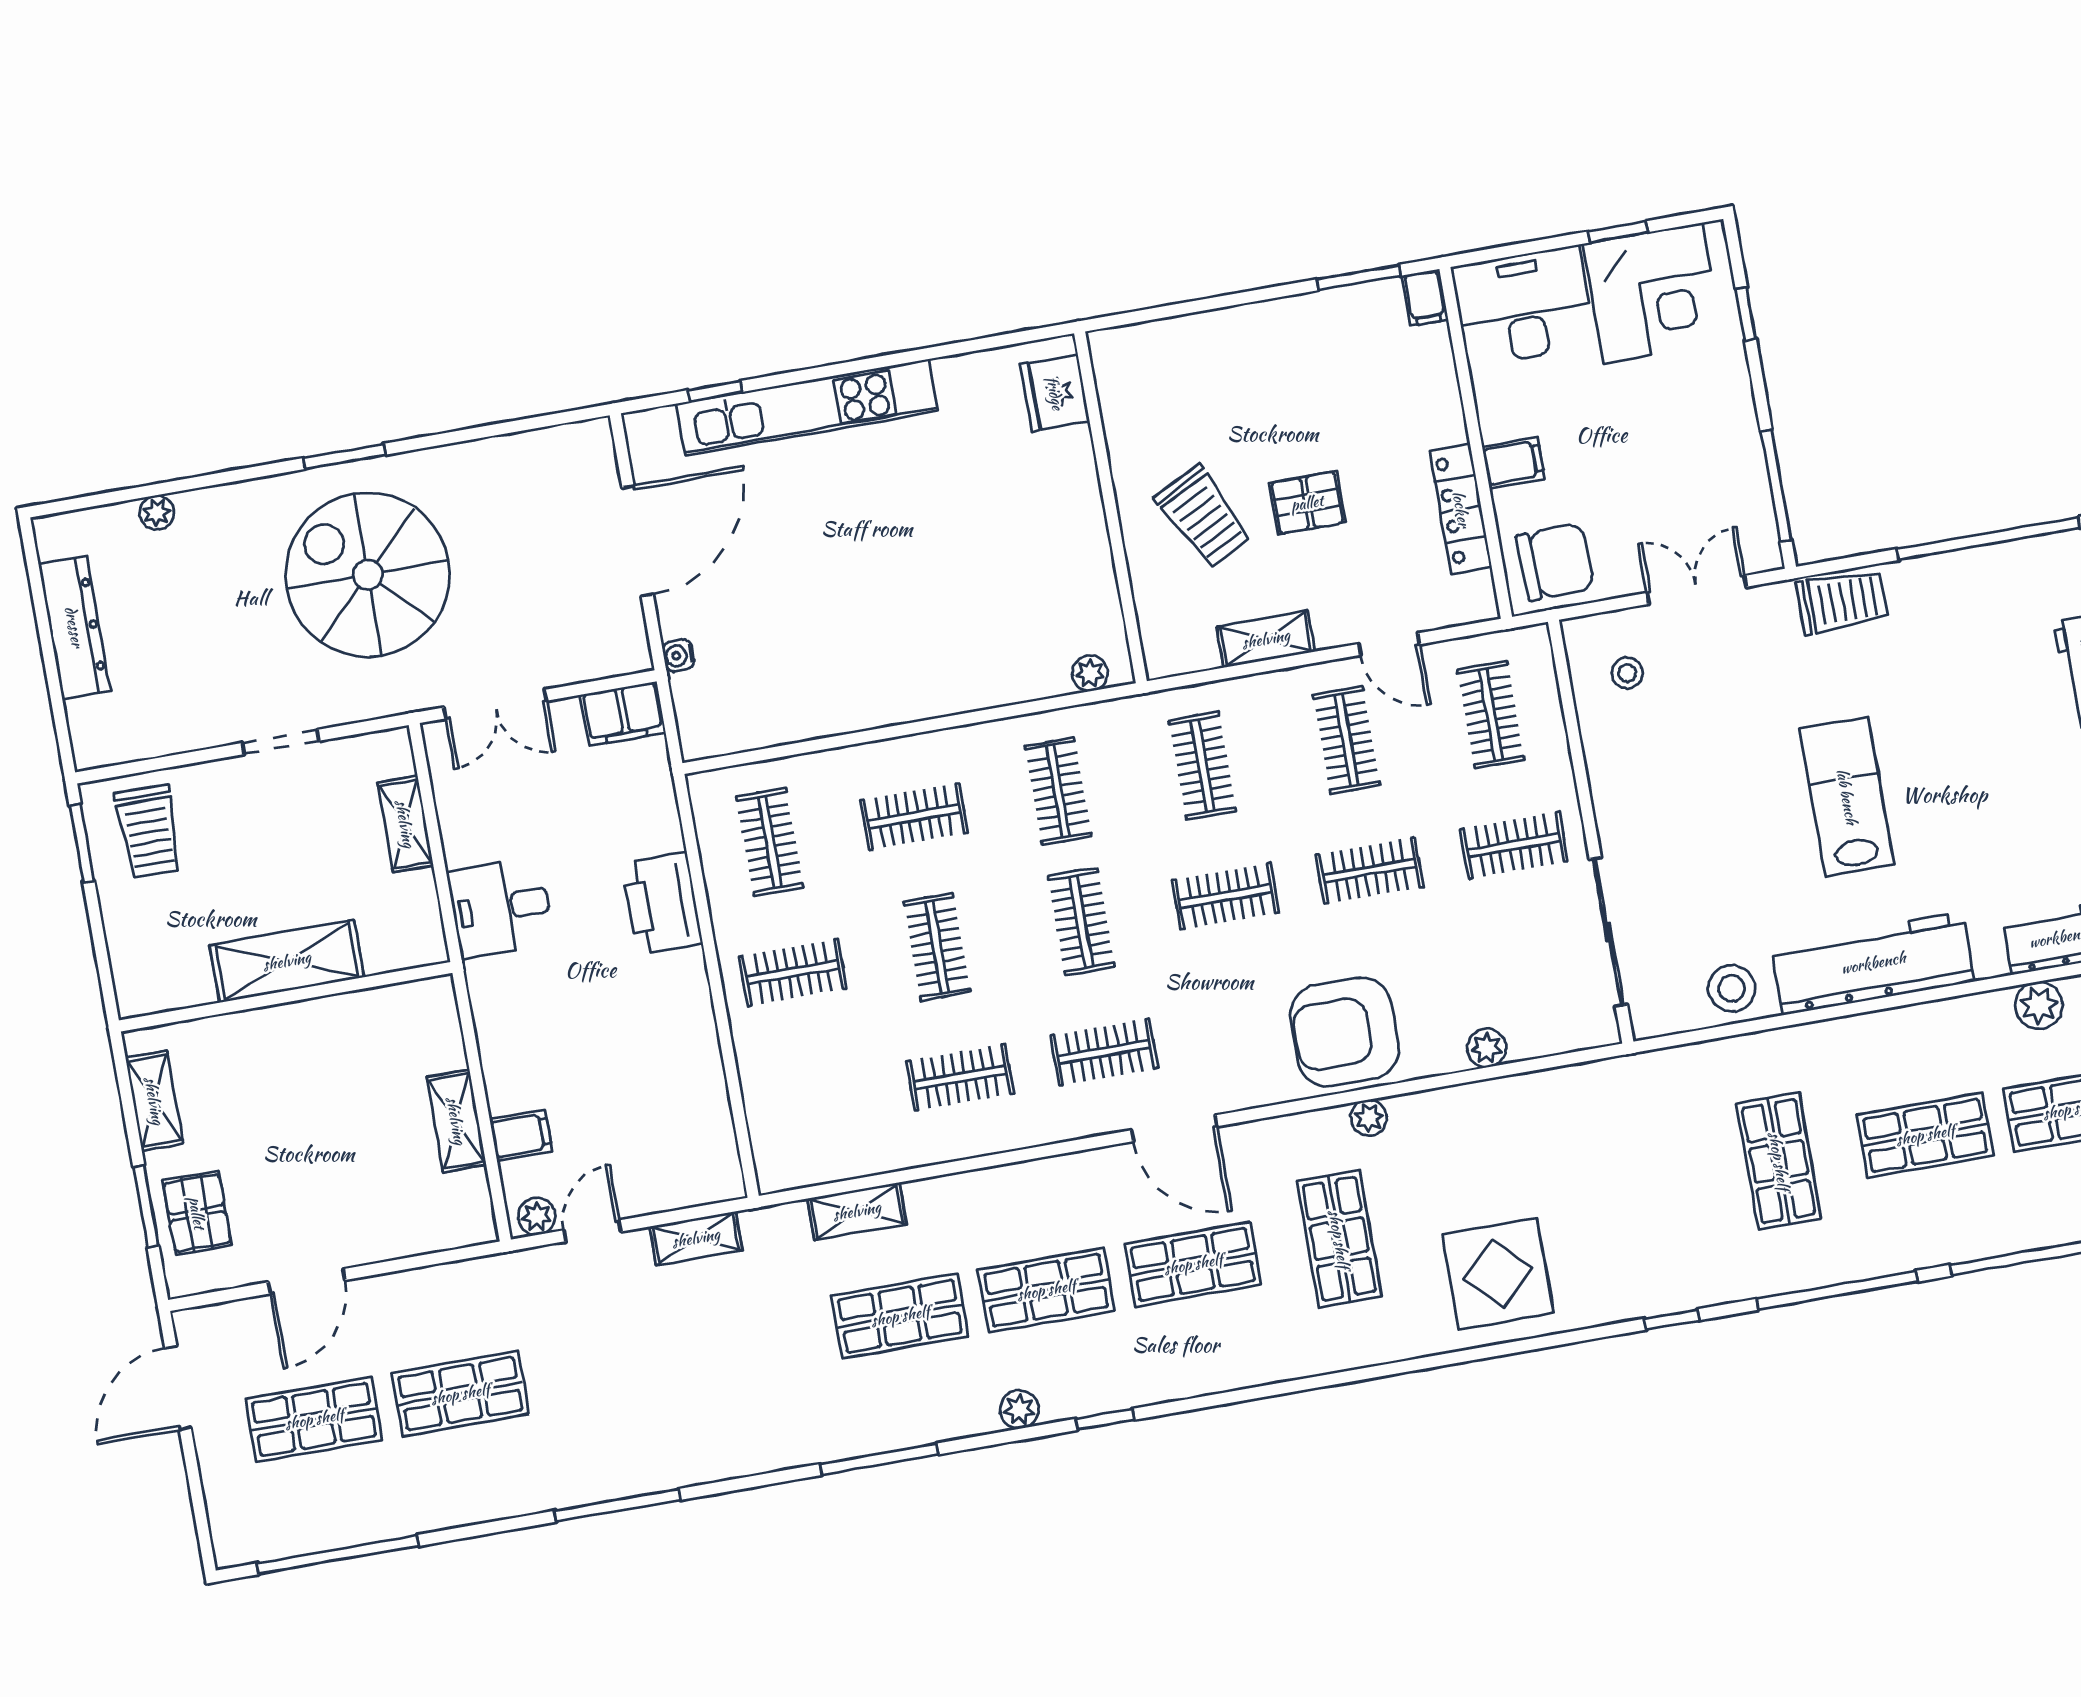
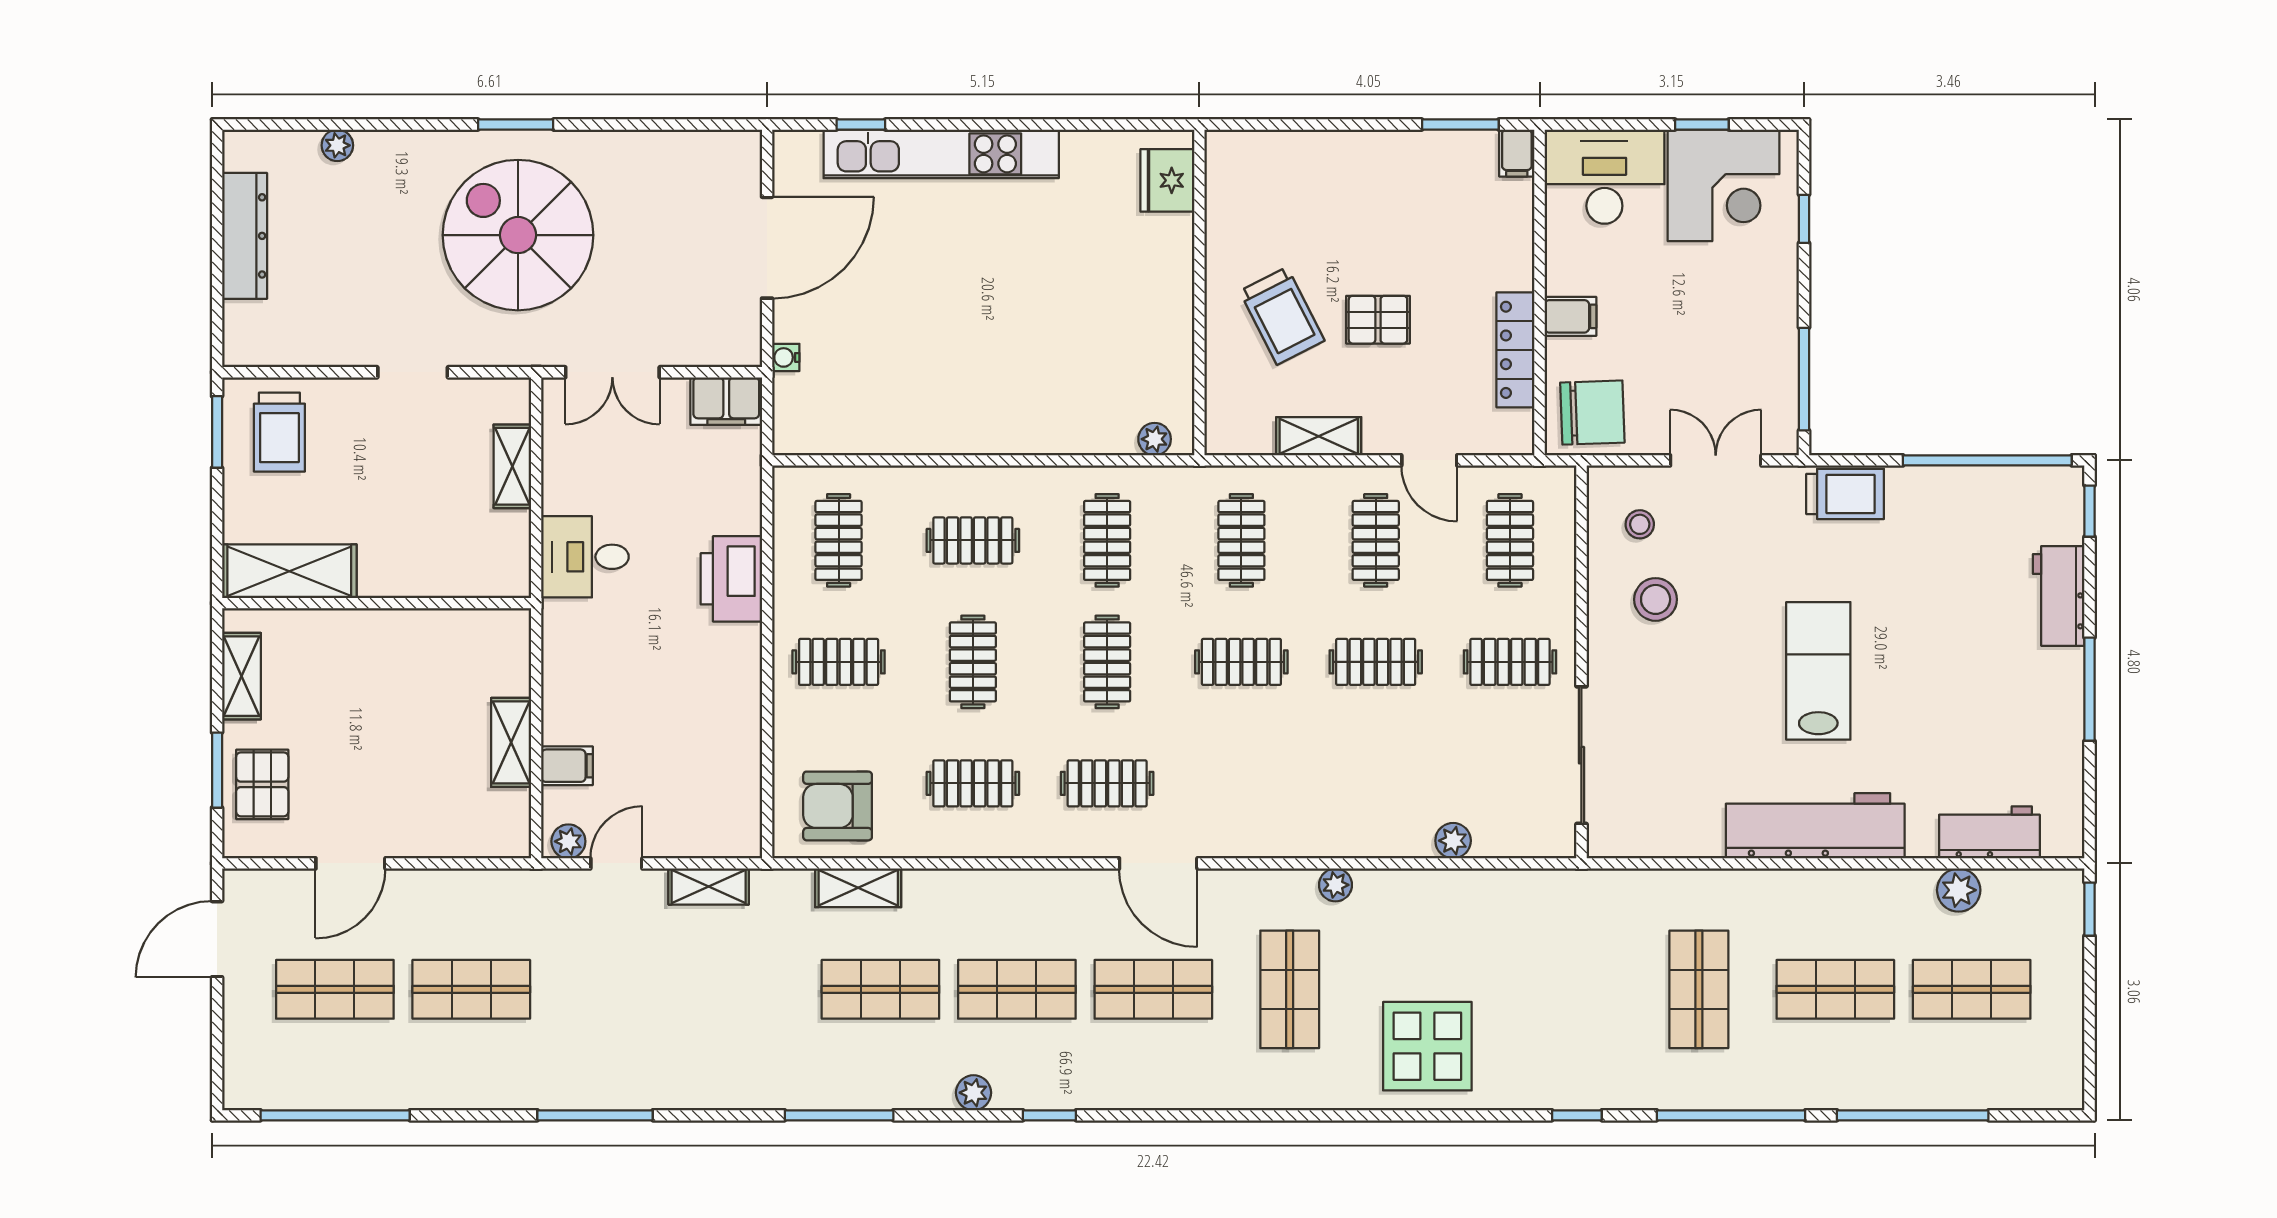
shelving: (287, 961) -> (289, 571), moved
stool: (1732, 988) -> (1656, 599), moved
armchair: (1345, 1032) -> (838, 806), moved, width x0.73, depth x0.73

